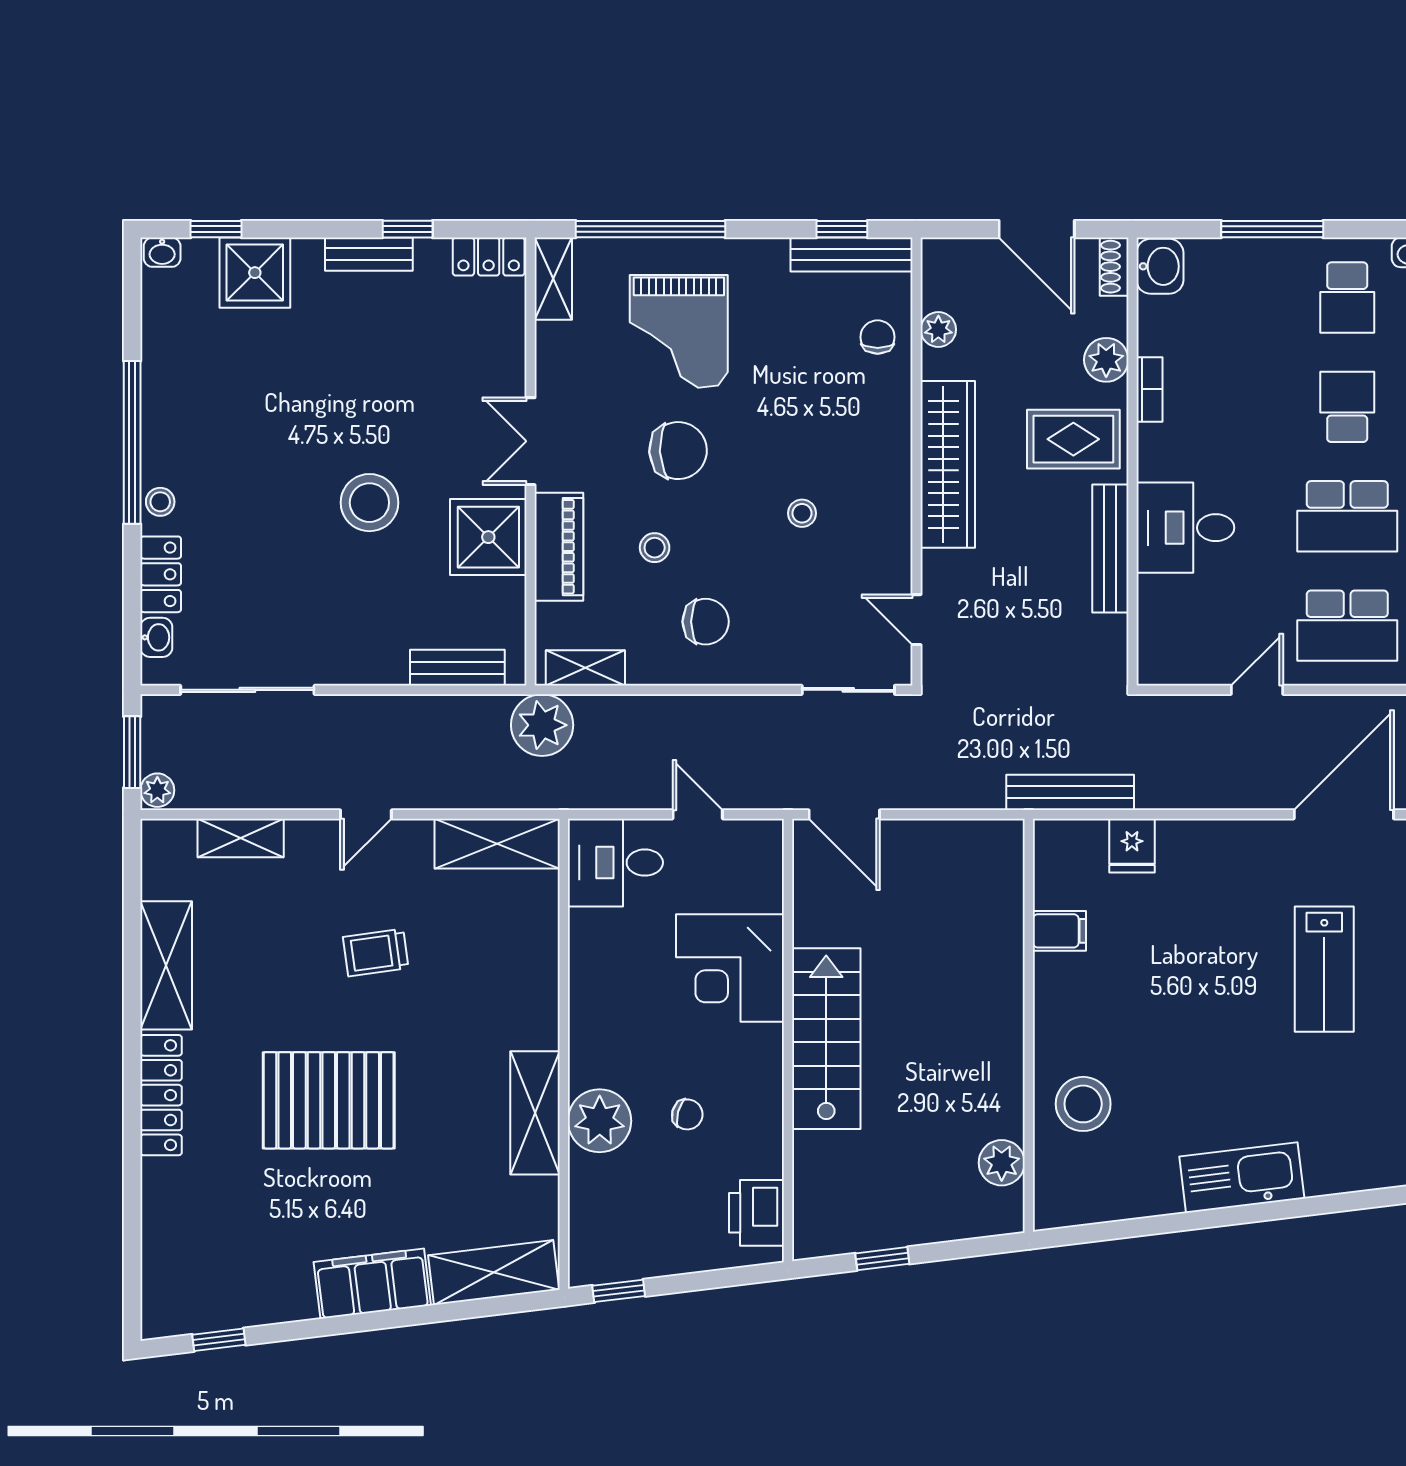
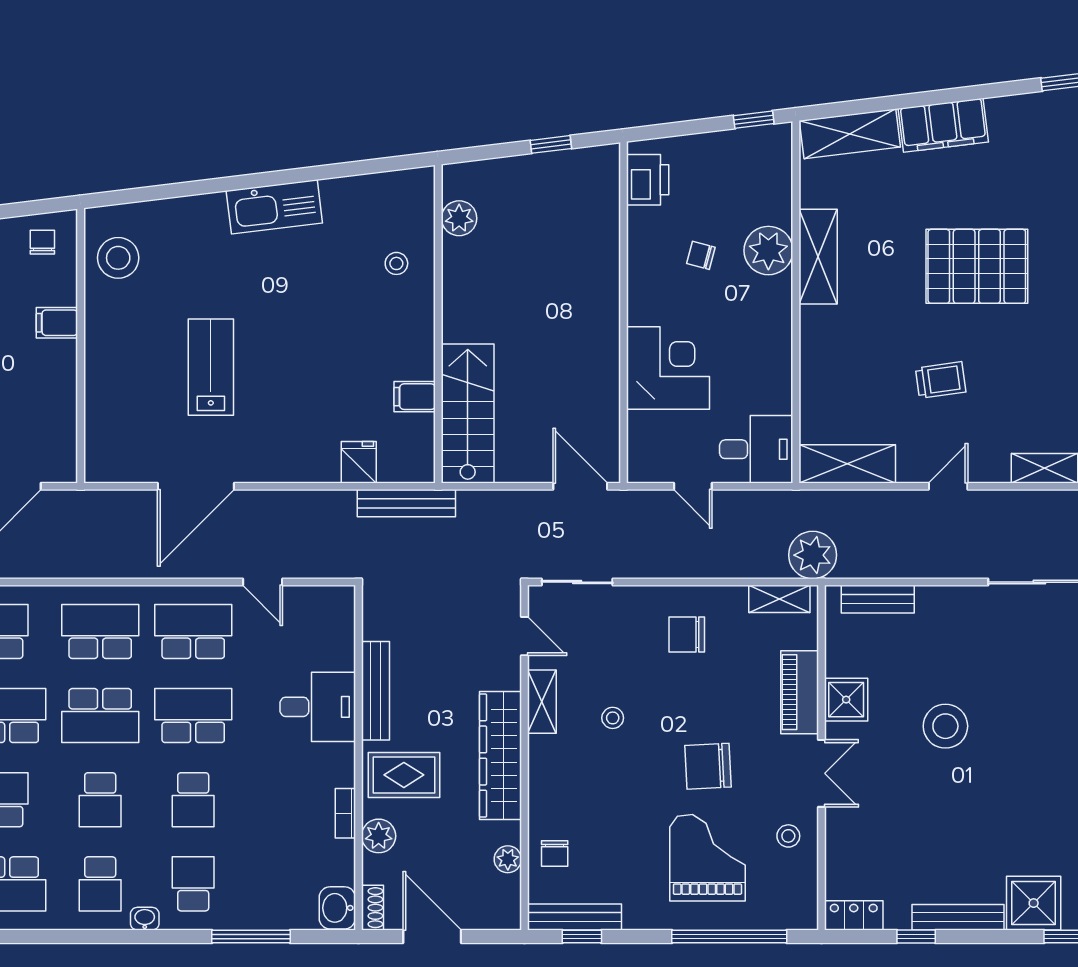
bench: (369, 254) -> (958, 917), width x1.36
shelving: (553, 279) -> (542, 702), moved
shower: (488, 537) -> (846, 700), width x0.73, depth x0.73
stool: (655, 548) -> (788, 836), moved
door: (1257, 690) -> (263, 582), hinge flipped
stairs: (826, 1039) -> (468, 413), moved, turned 180
stool: (1083, 1104) -> (396, 263), width x0.53, depth x0.53

